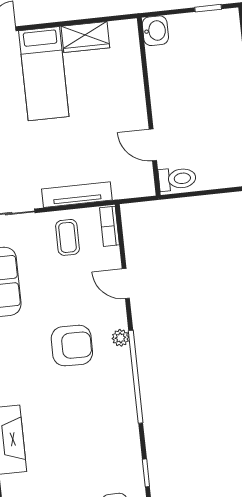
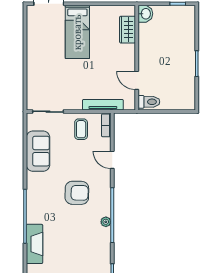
wardrobe: (85, 37) -> (128, 30), moved, turned 90
tv unit: (77, 195) -> (103, 105), moved
plant: (120, 338) -> (106, 222), moved

